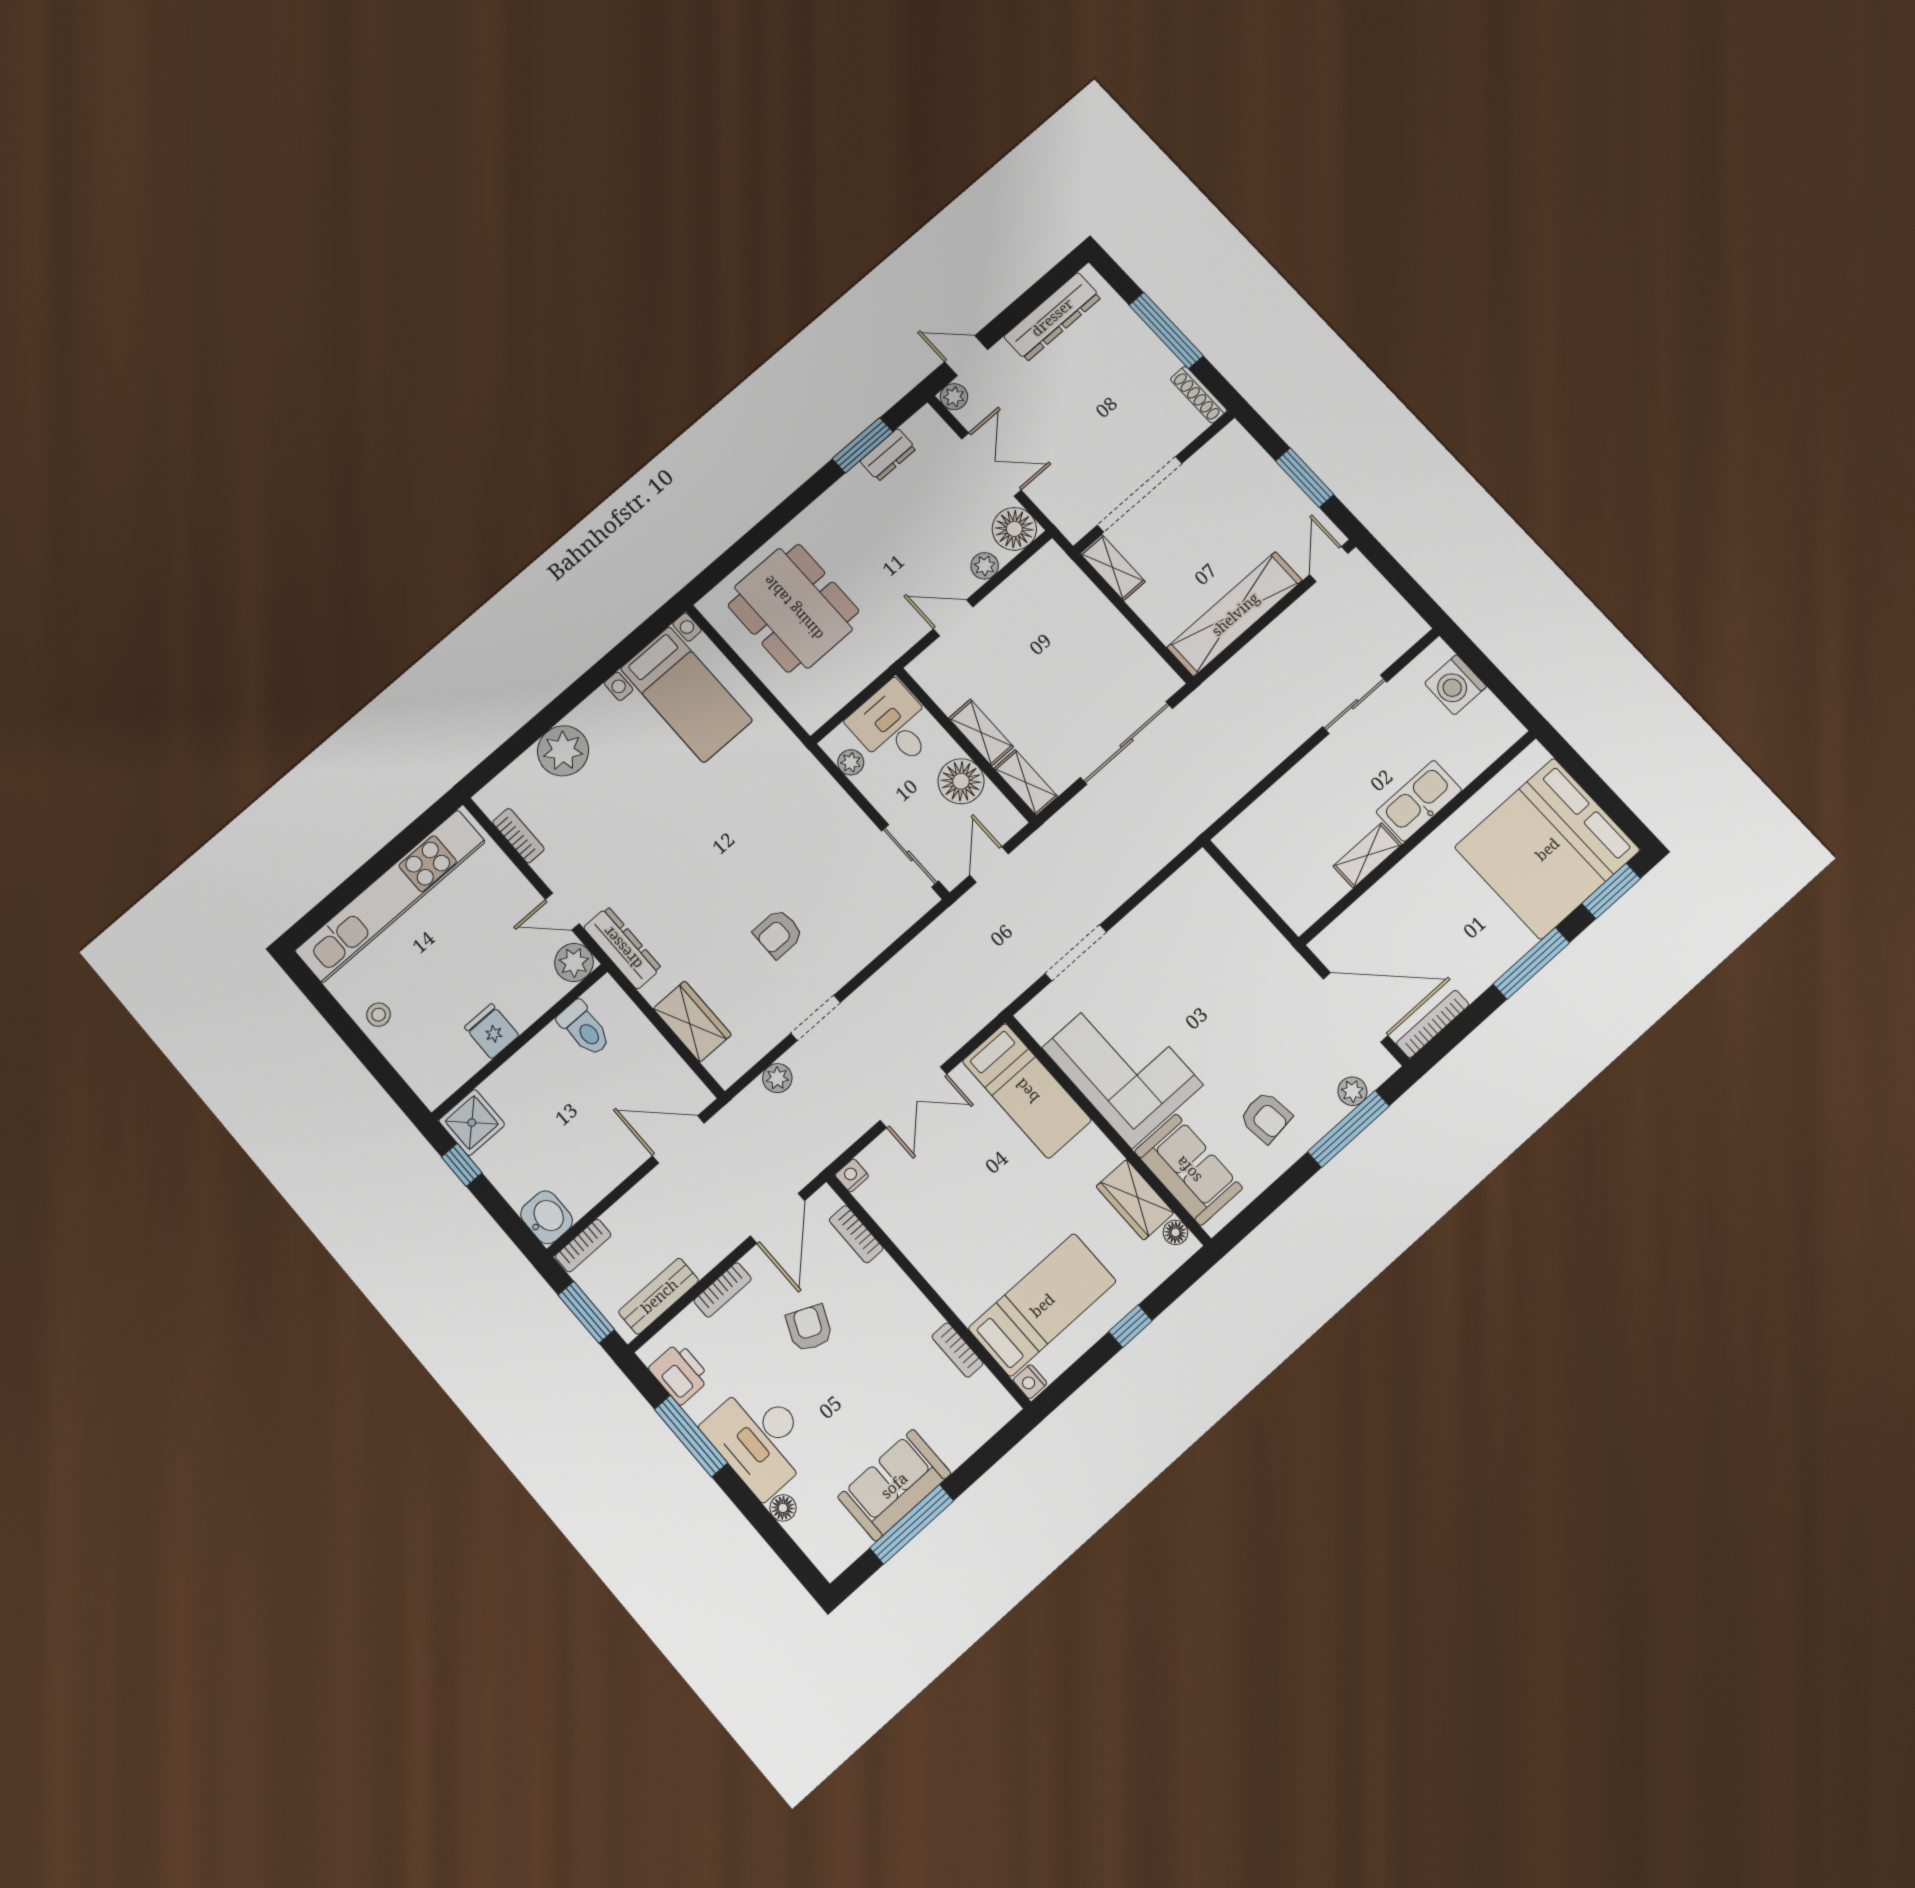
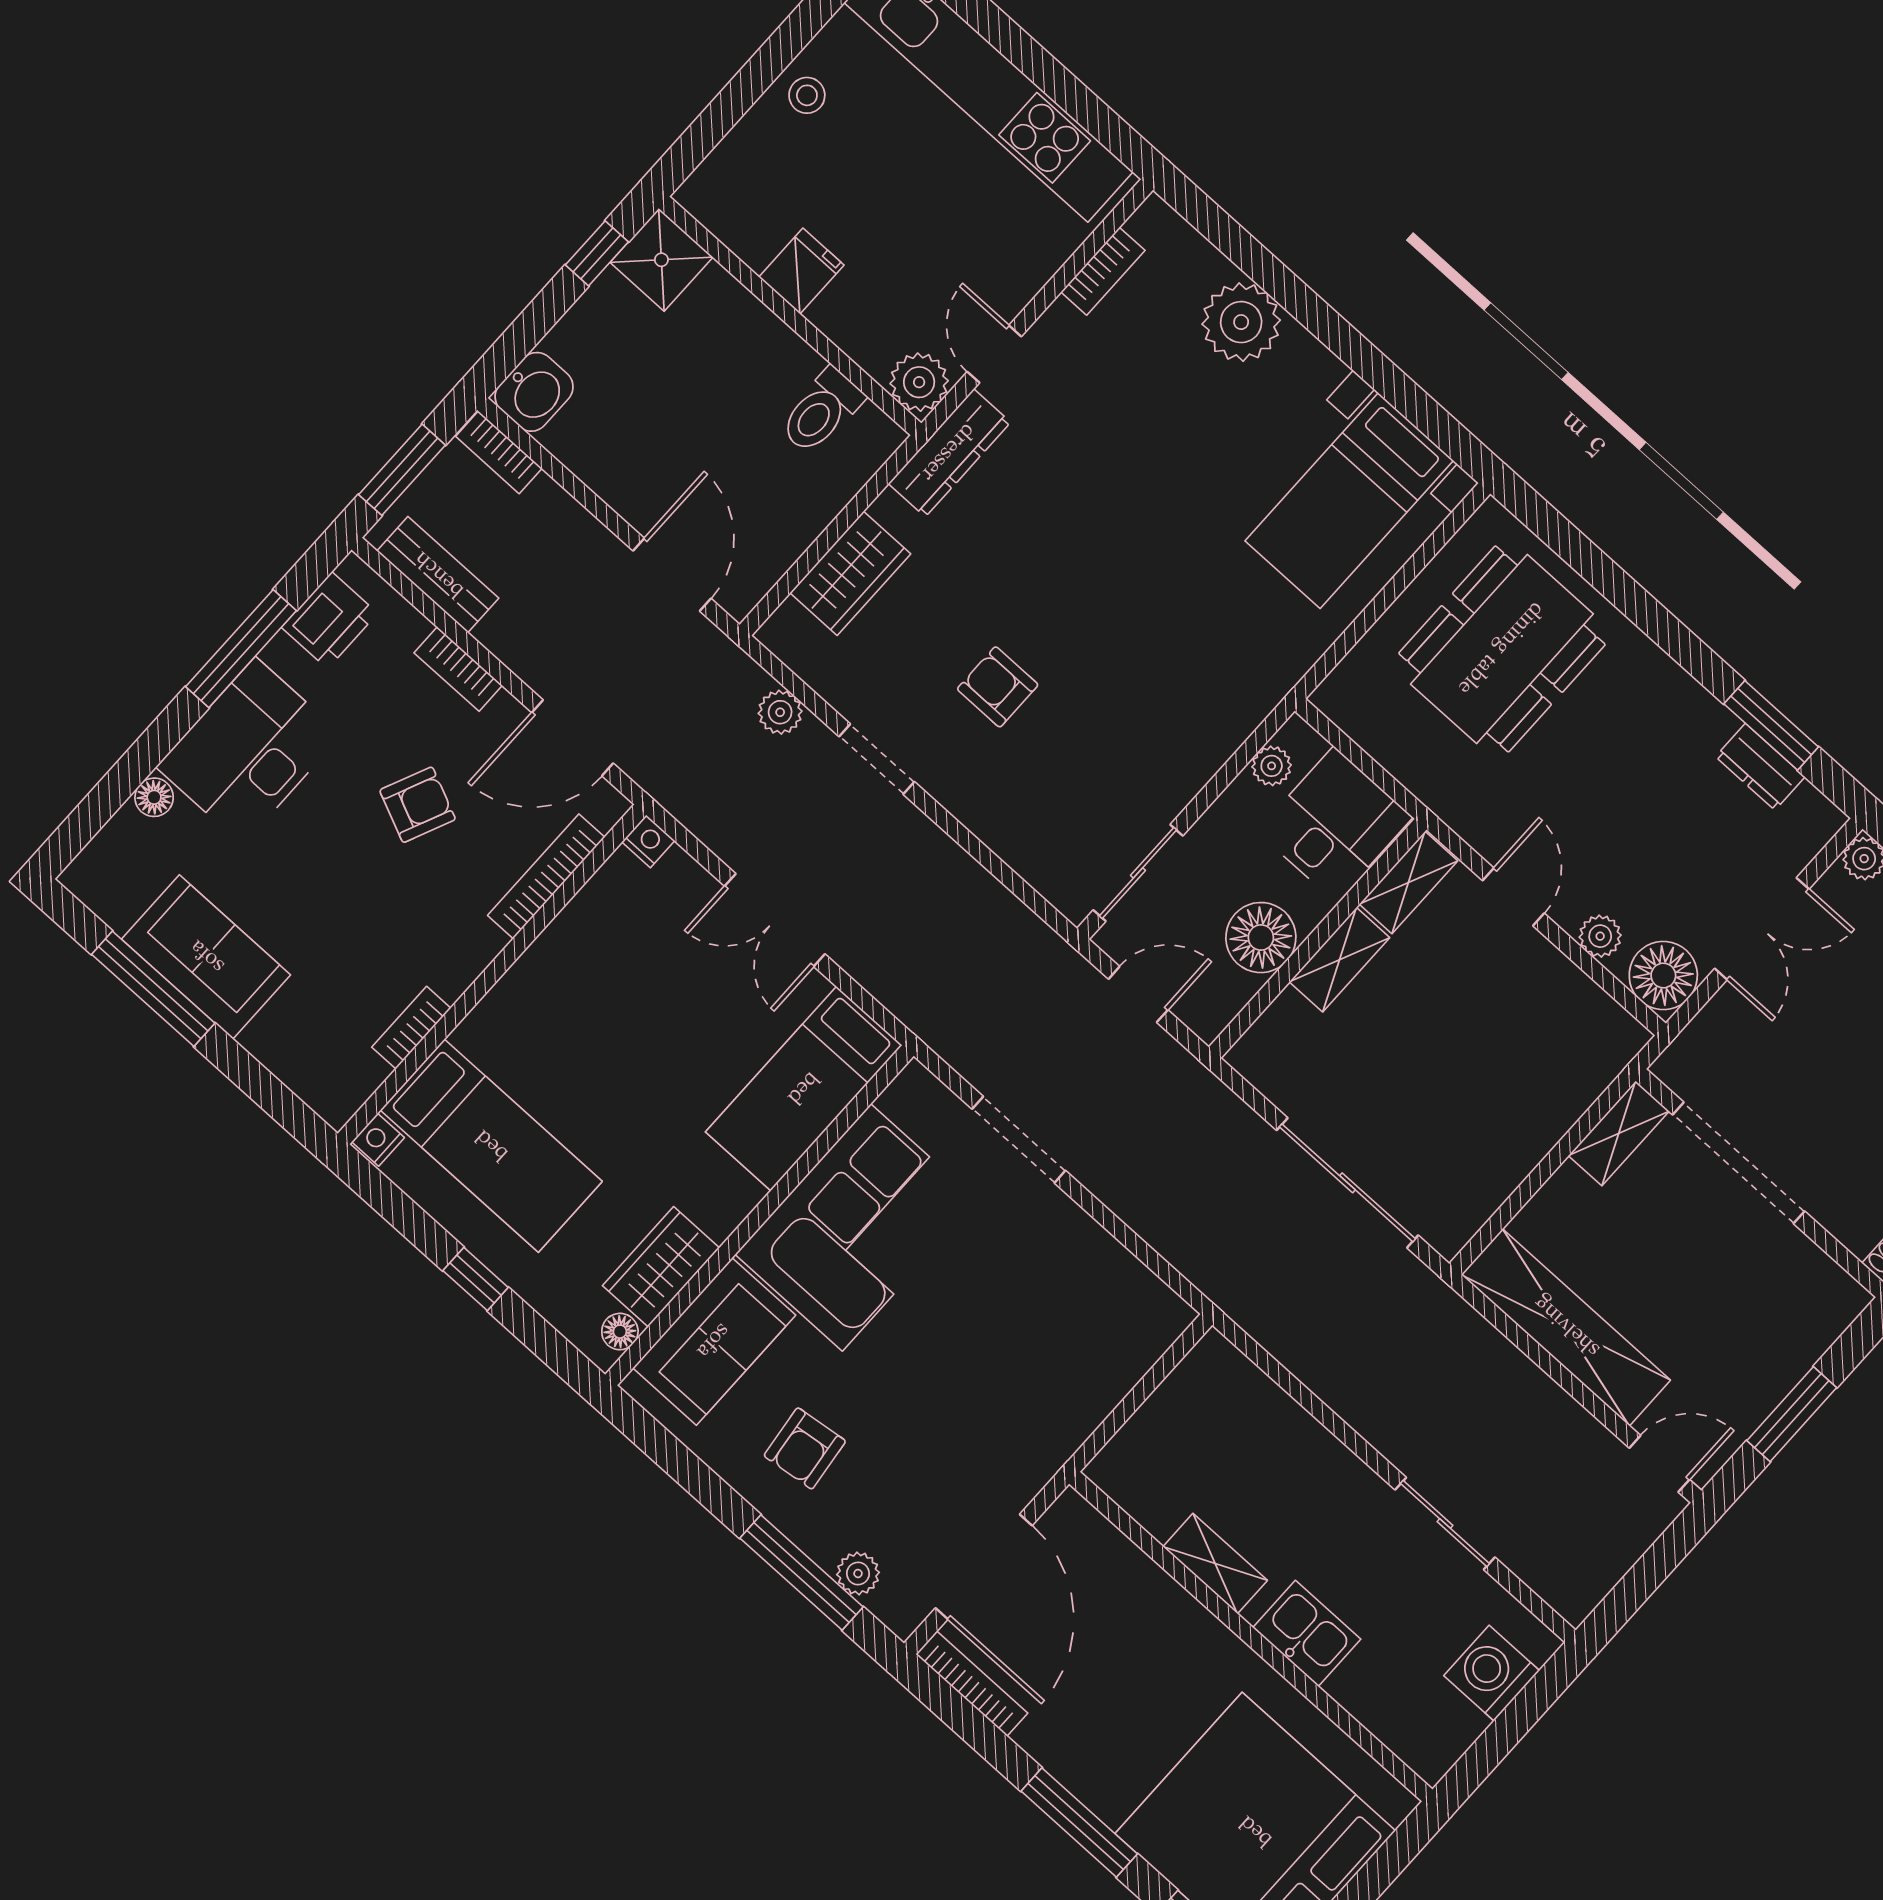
shelving: (1026, 782) -> (1408, 883), moved
kitchen sink: (1419, 801) -> (1307, 1633), width x0.73
bookcase: (856, 1234) -> (546, 876), width x1.56

